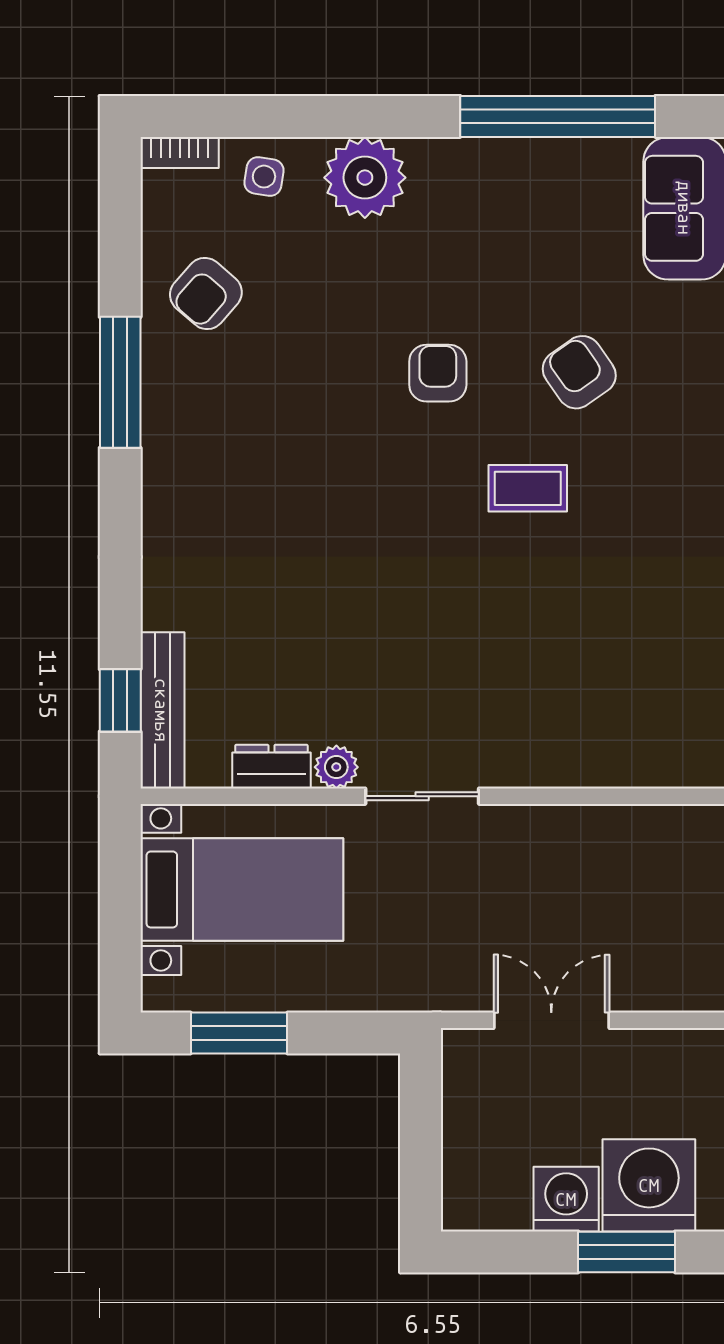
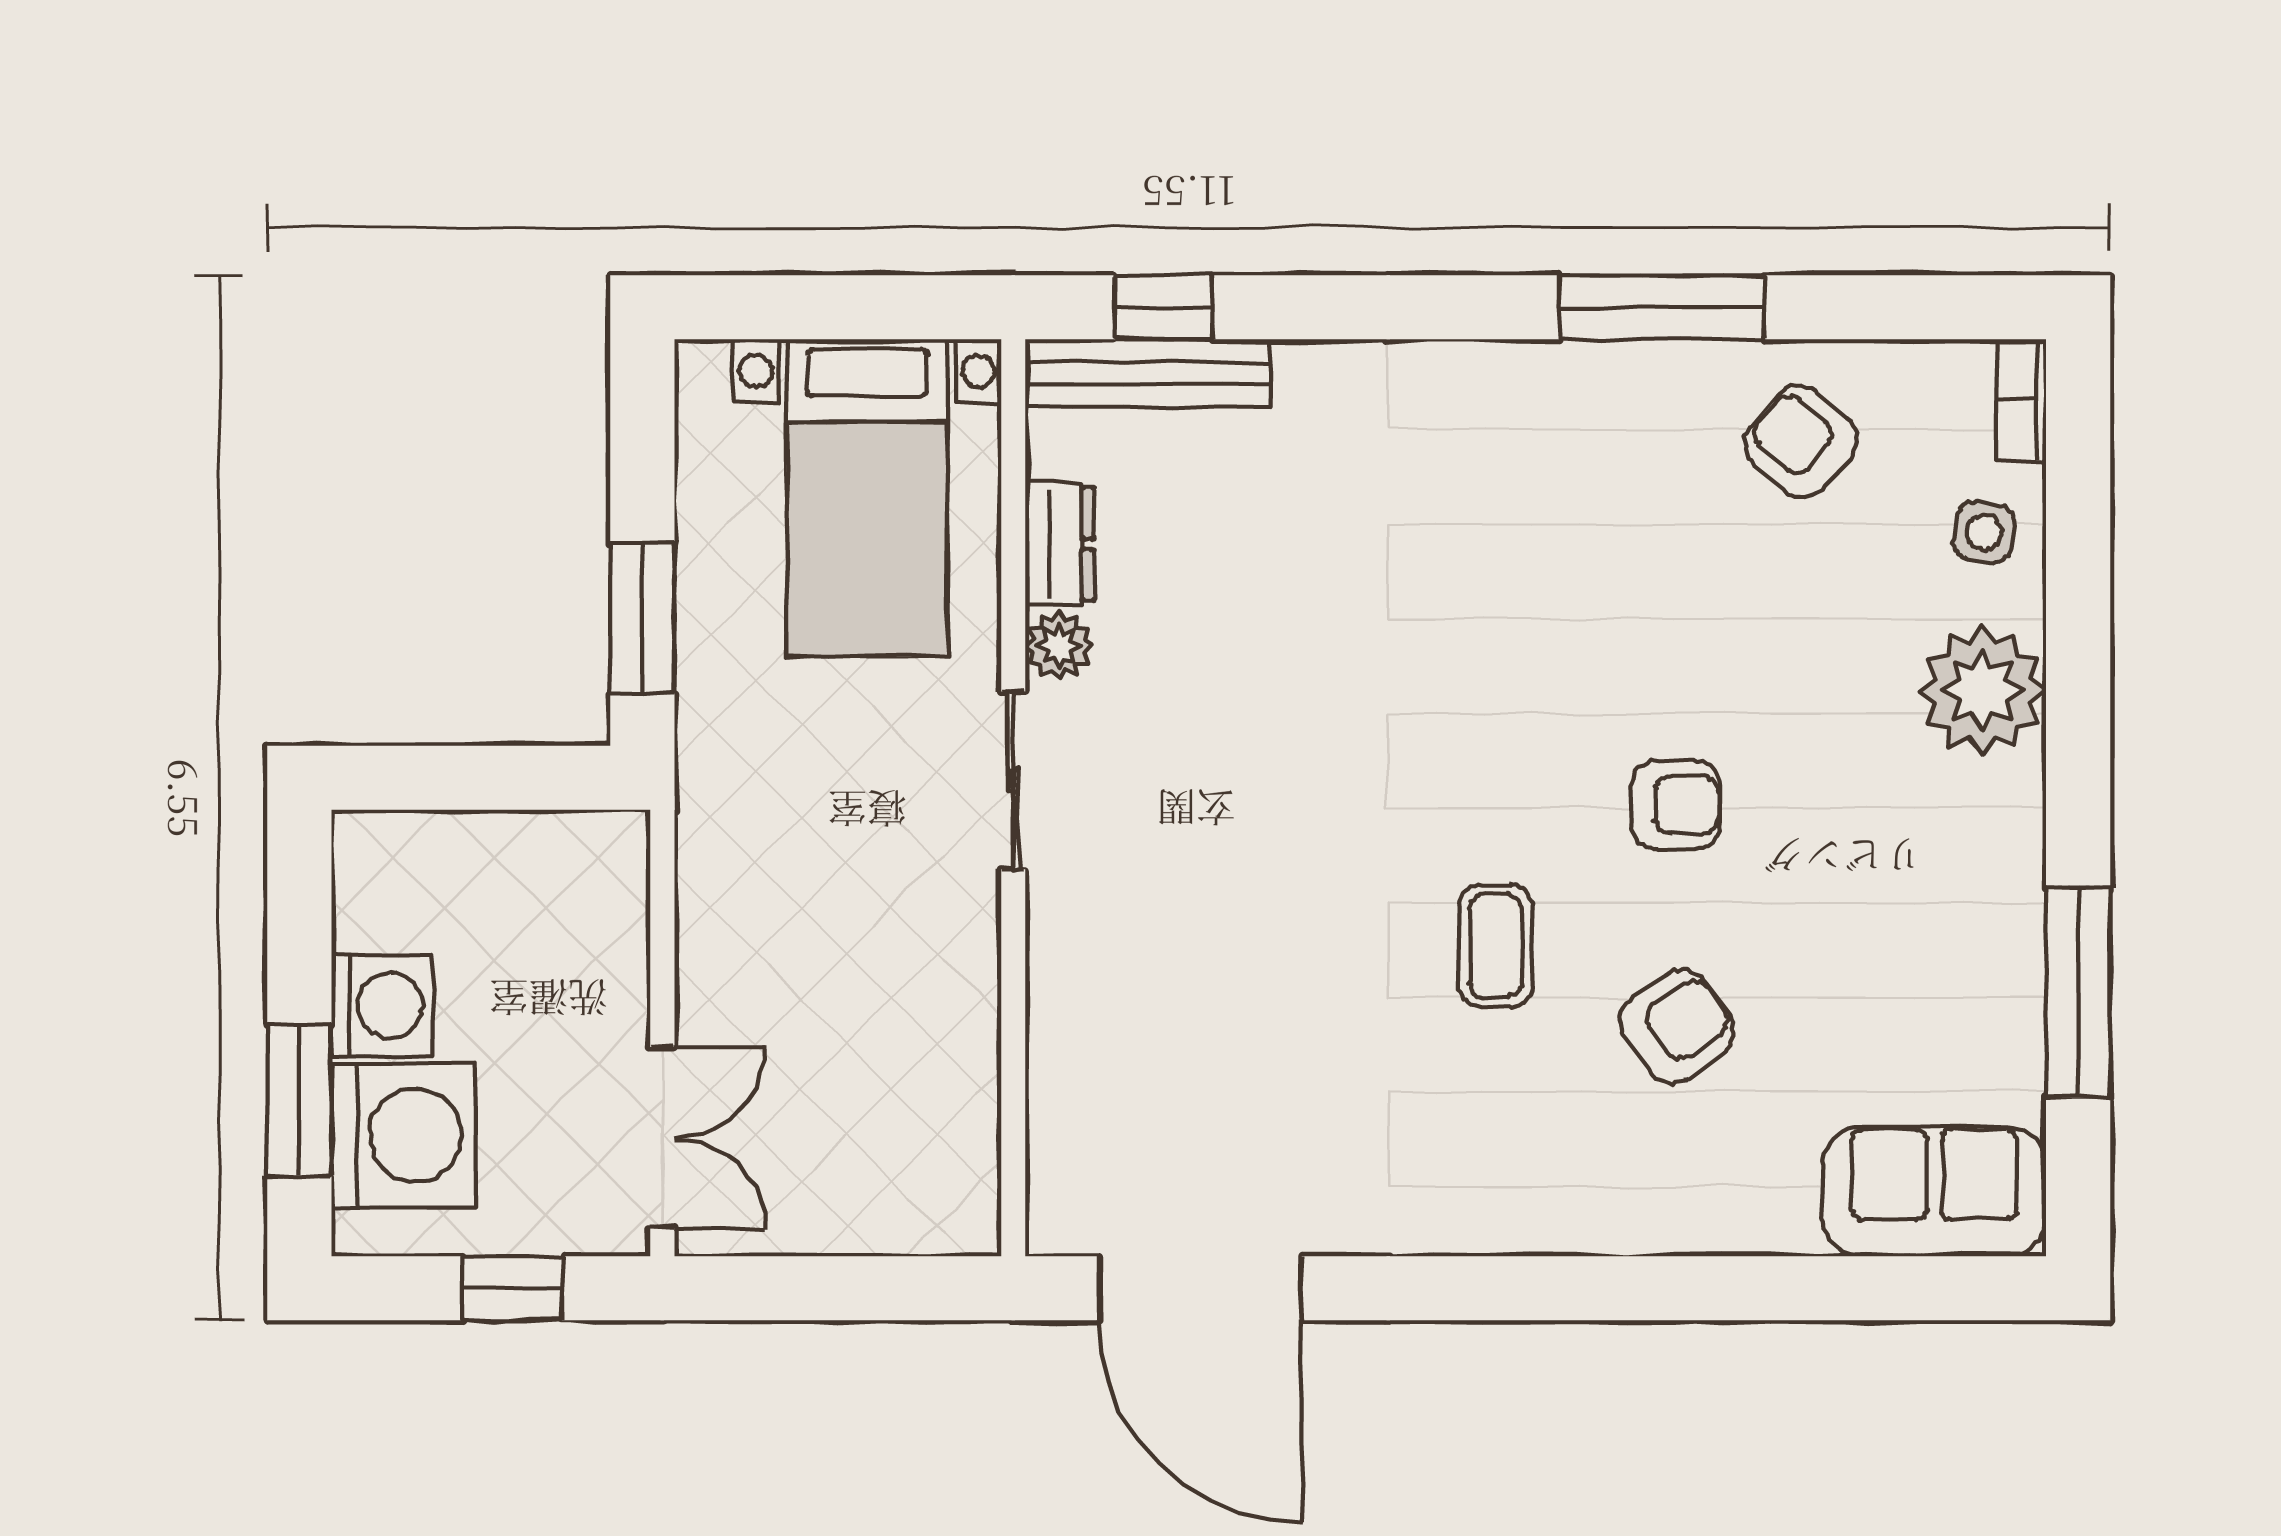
window: (558, 116) -> (2078, 993), width x0.68
double door: (551, 1020) -> (662, 1138), moved
window: (239, 1033) -> (642, 618), moved

